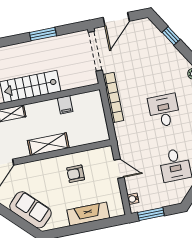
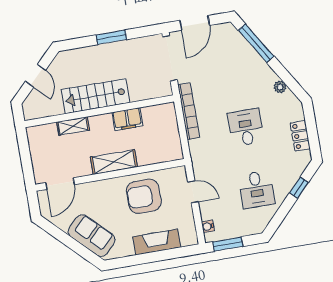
window: (171, 36) -> (256, 43), width x2.17
filing cabinet: (65, 105) -> (127, 119), width x2.00
armchair: (76, 174) -> (144, 196), width x1.88, depth x1.88

